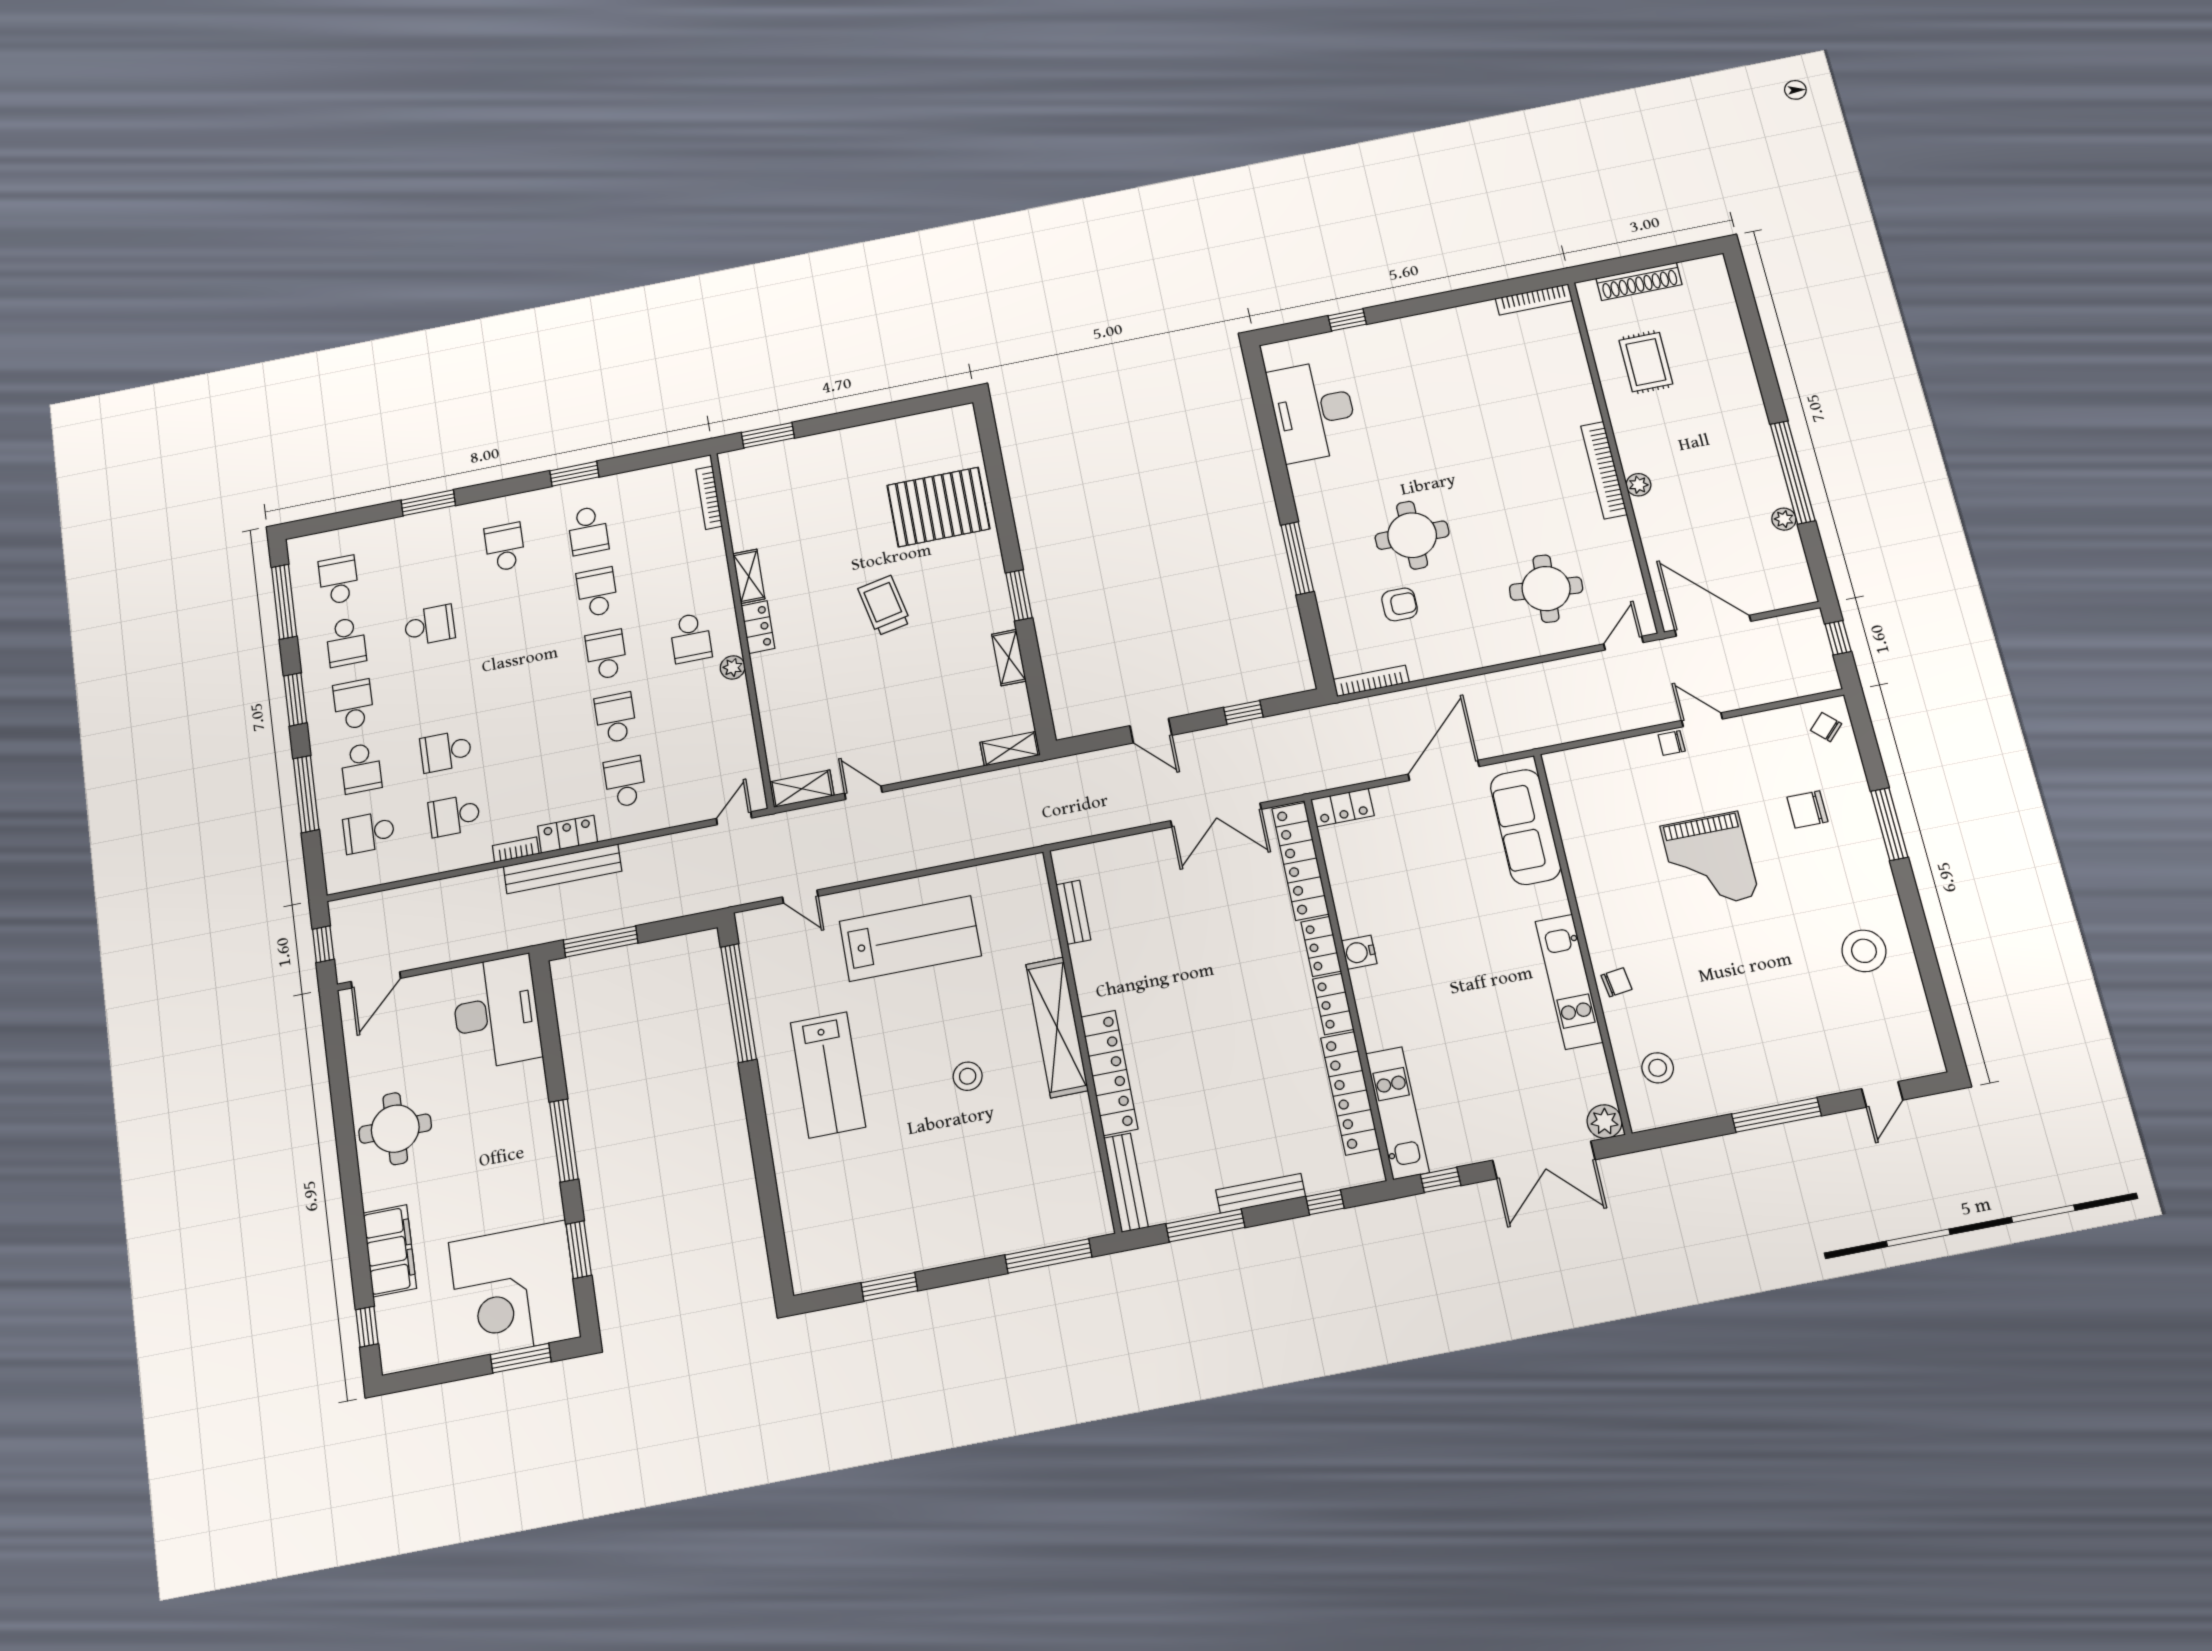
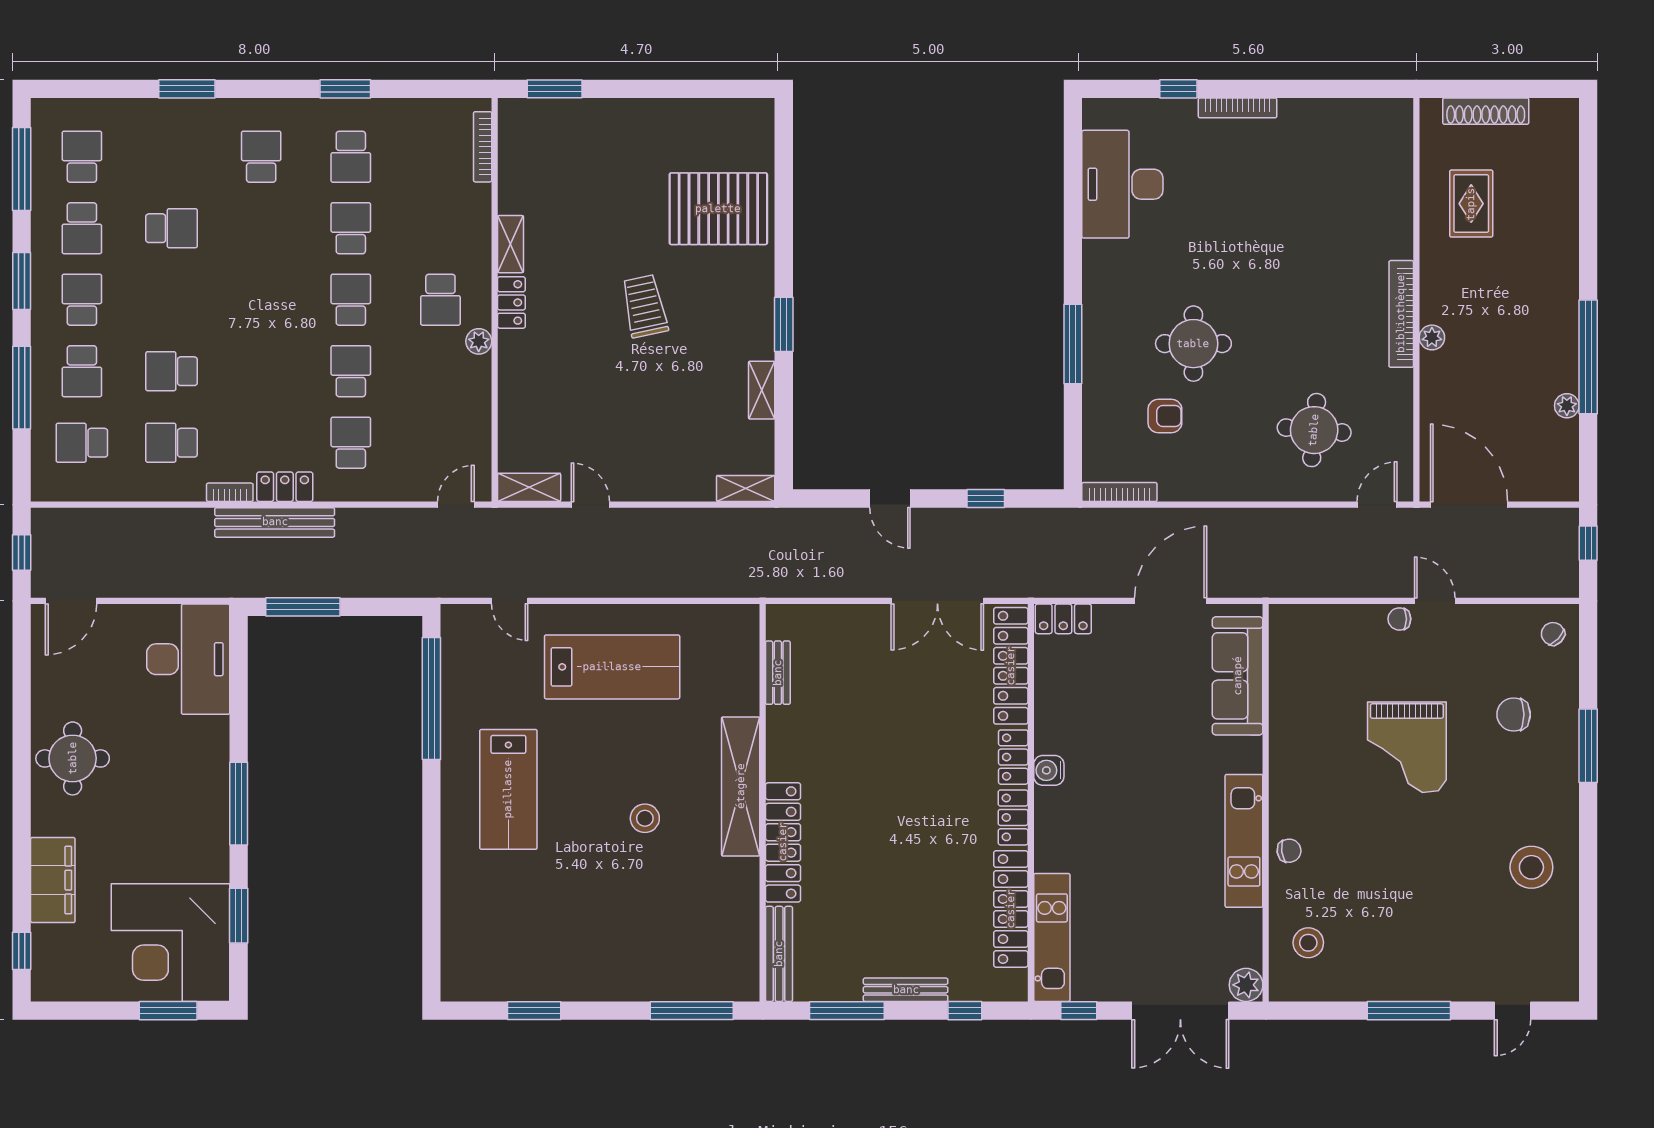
bookcase: (1534, 300) -> (1238, 108), moved

